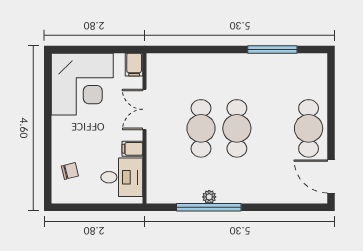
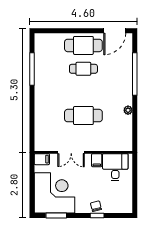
window: (48, 87) -> (56, 215), added
cafe table: (237, 128) -> (83, 69), moved, width x0.73, depth x0.74
window: (48, 149) -> (97, 215), added
chair: (70, 171) -> (96, 206), moved
window: (209, 207) -> (135, 74), moved

